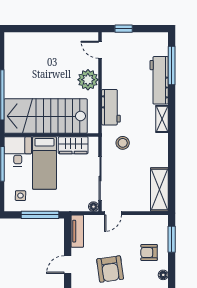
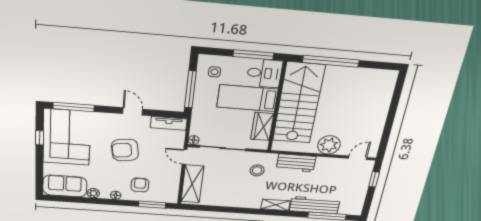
shelving: (159, 190) -> (192, 184), moved, turned 90

